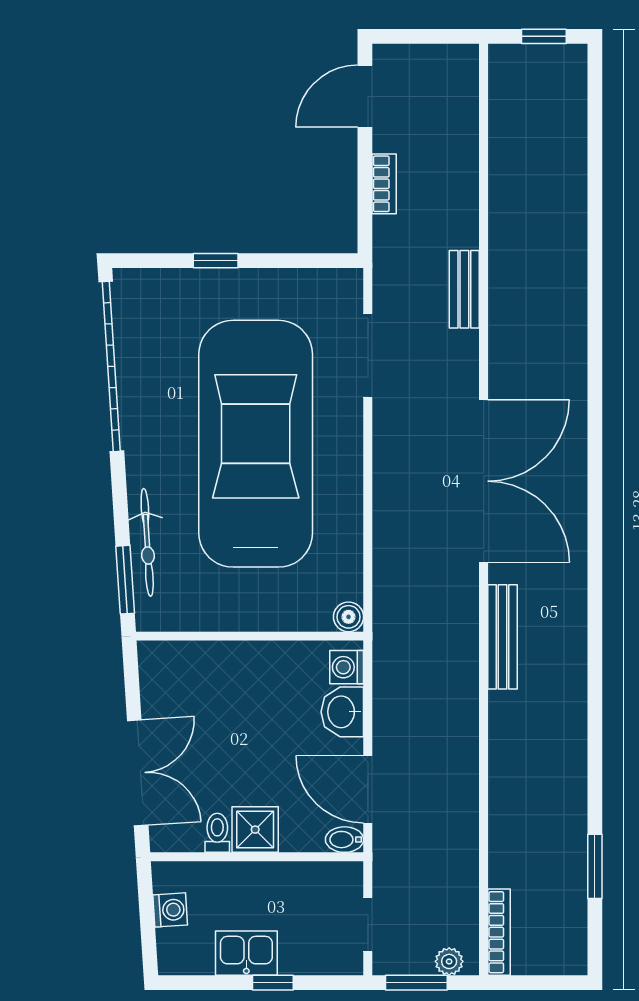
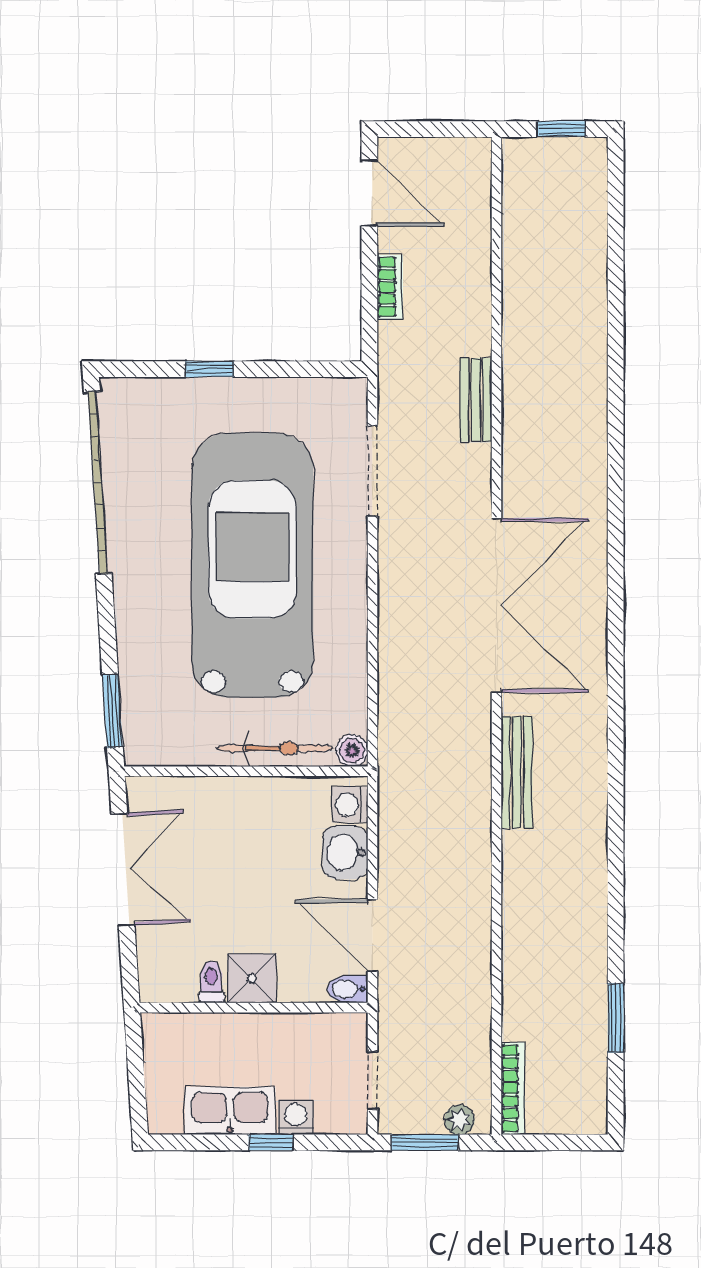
door: (365, 96) -> (369, 193), swing flipped
bicycle: (147, 542) -> (275, 748), moved, turned -86
double door: (138, 773) -> (123, 870), moved
washing machine: (170, 910) -> (296, 1117), moved, turned -86
kitchen sink: (246, 953) -> (230, 1111), width x1.38

